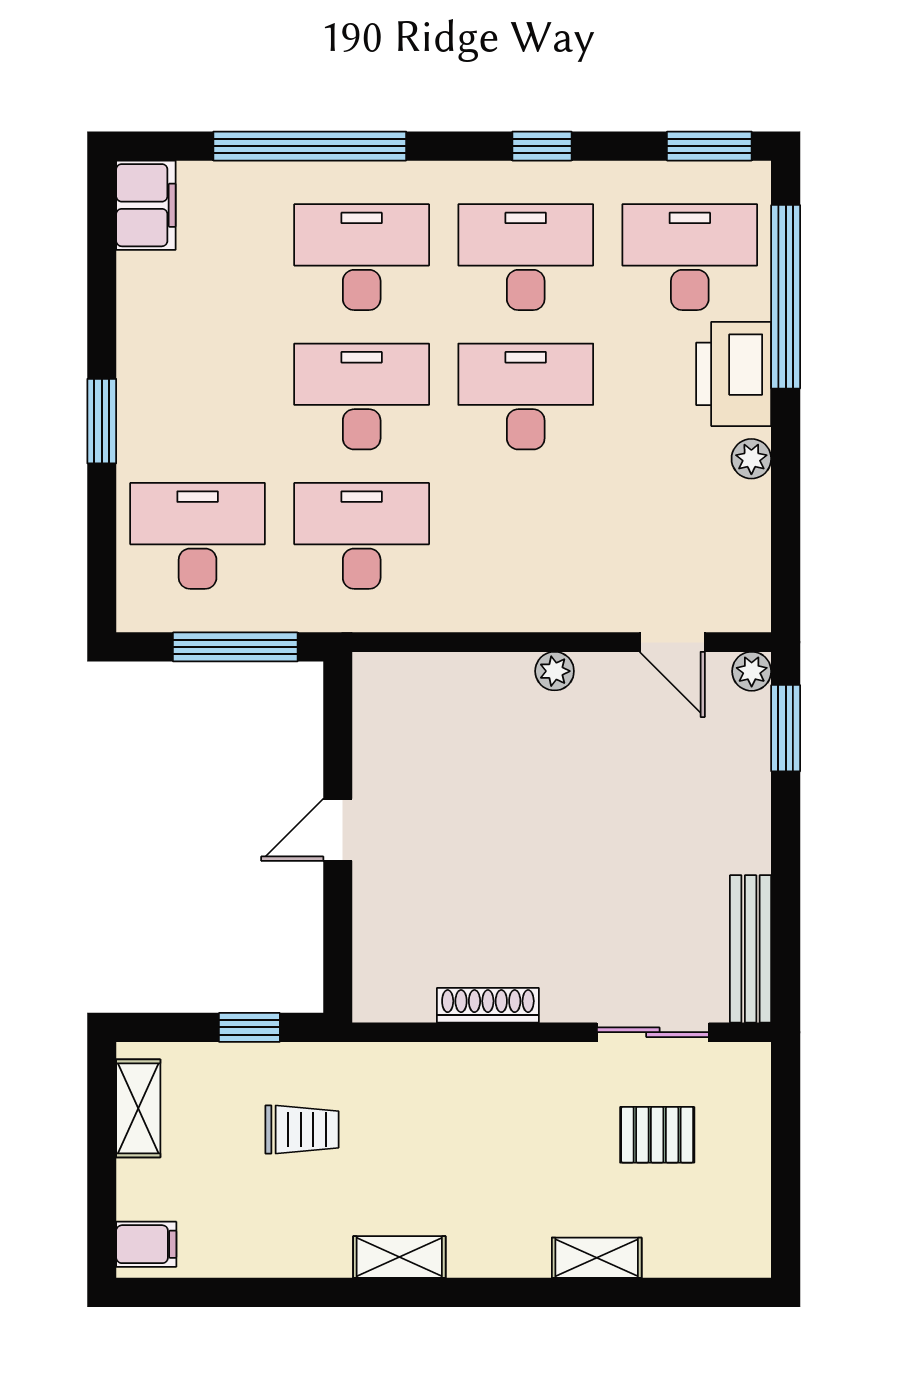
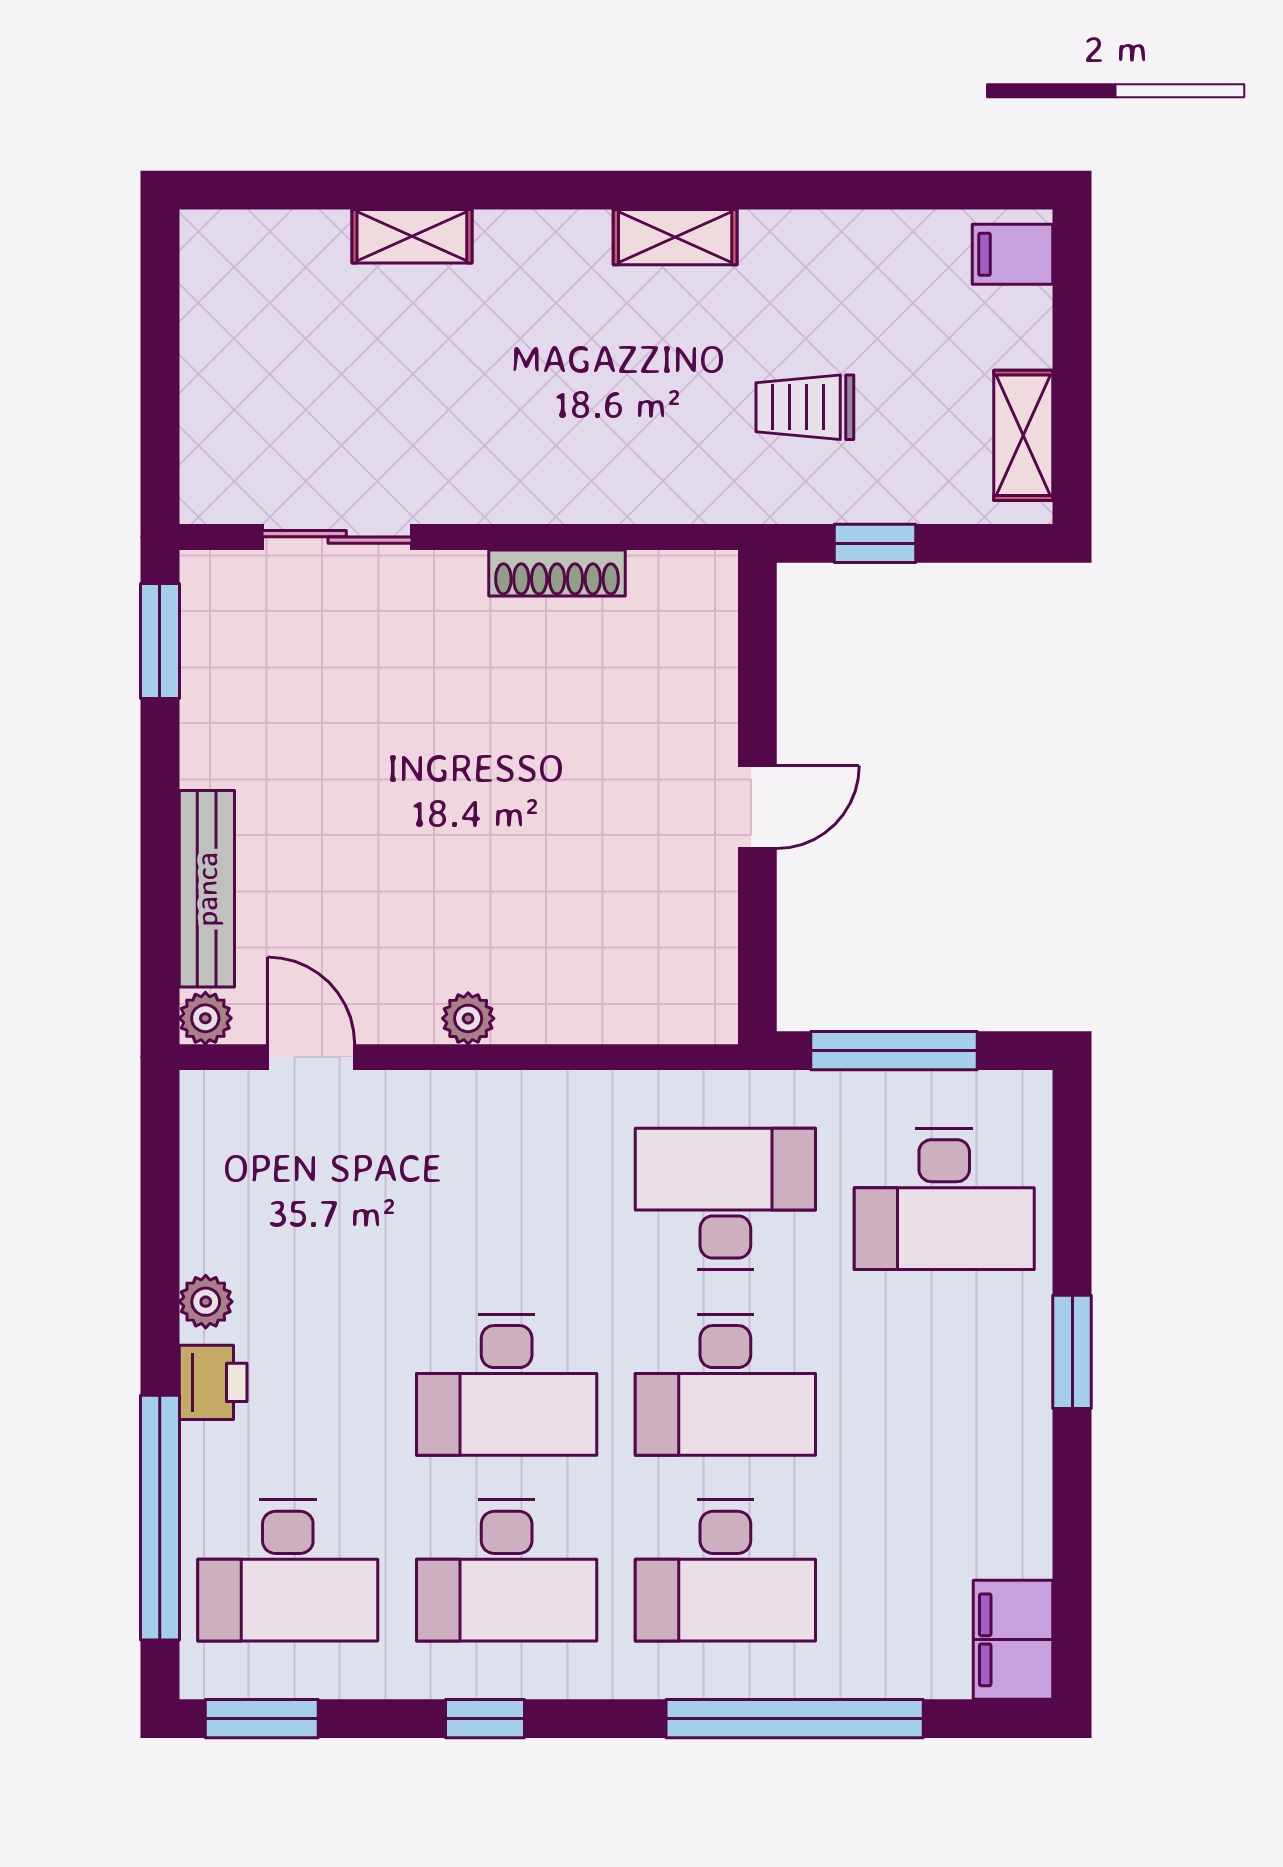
printer: (734, 374) -> (213, 1382), width x0.53, depth x0.68
desk: (362, 536) -> (725, 1199), turned 180
window: (786, 728) -> (160, 641), moved
bench: (751, 949) -> (207, 889), moved
pallet: (657, 1135) -> (331, 400), removed

